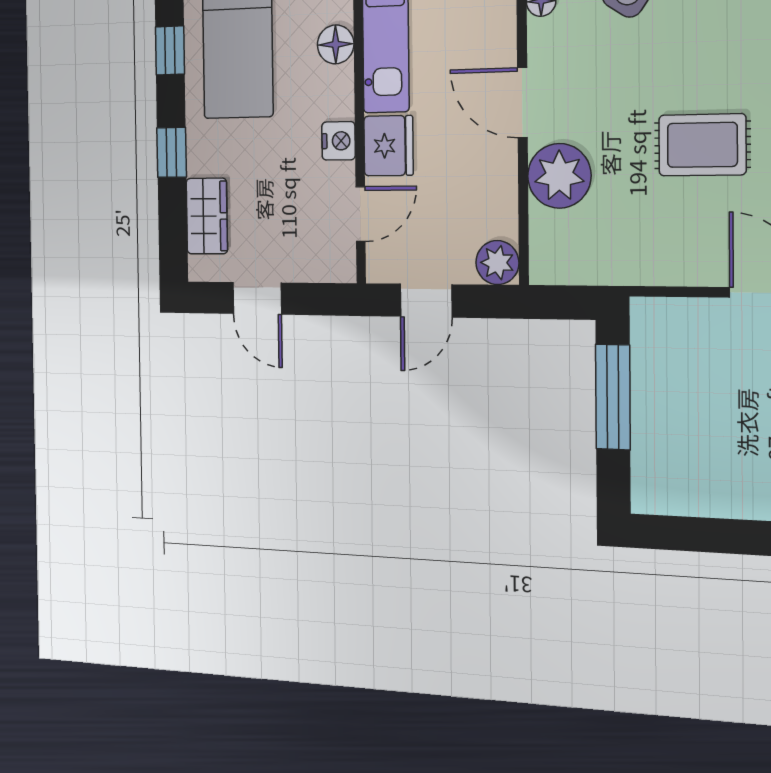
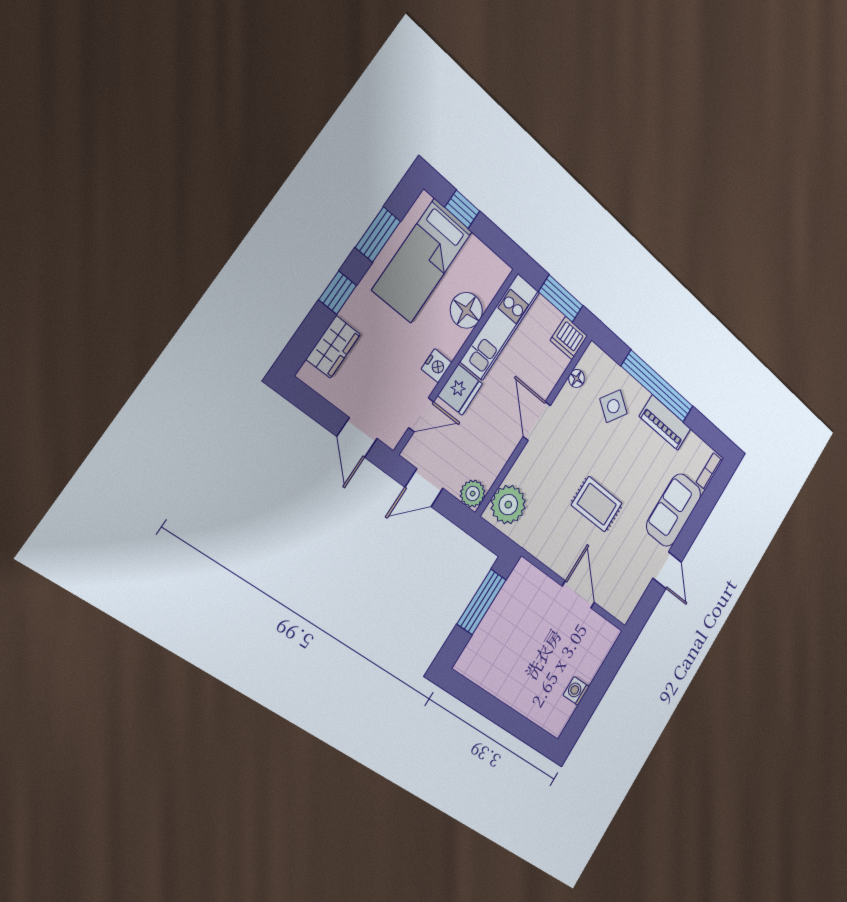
floor lamp: (336, 44) -> (466, 310), width x1.38, depth x1.38
window: (170, 50) -> (378, 234), width x1.50
plant: (559, 176) -> (508, 505), moved
door: (257, 298) -> (357, 437), moved

